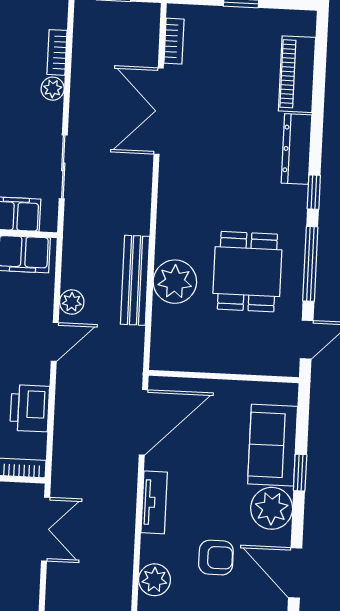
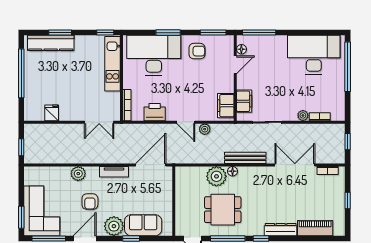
floor lamp: (166, 247) -> (233, 171), added
bench: (135, 280) -> (245, 158), moved
door: (143, 422) -> (151, 165), swing flipped

